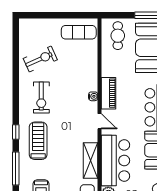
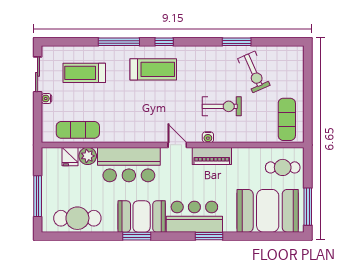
window: (16, 73) -> (237, 42), added
exercise bike: (41, 97) -> (222, 106), moved, turned 180
door: (100, 121) -> (177, 145), swing flipped
shelving: (91, 161) -> (129, 134), removed

